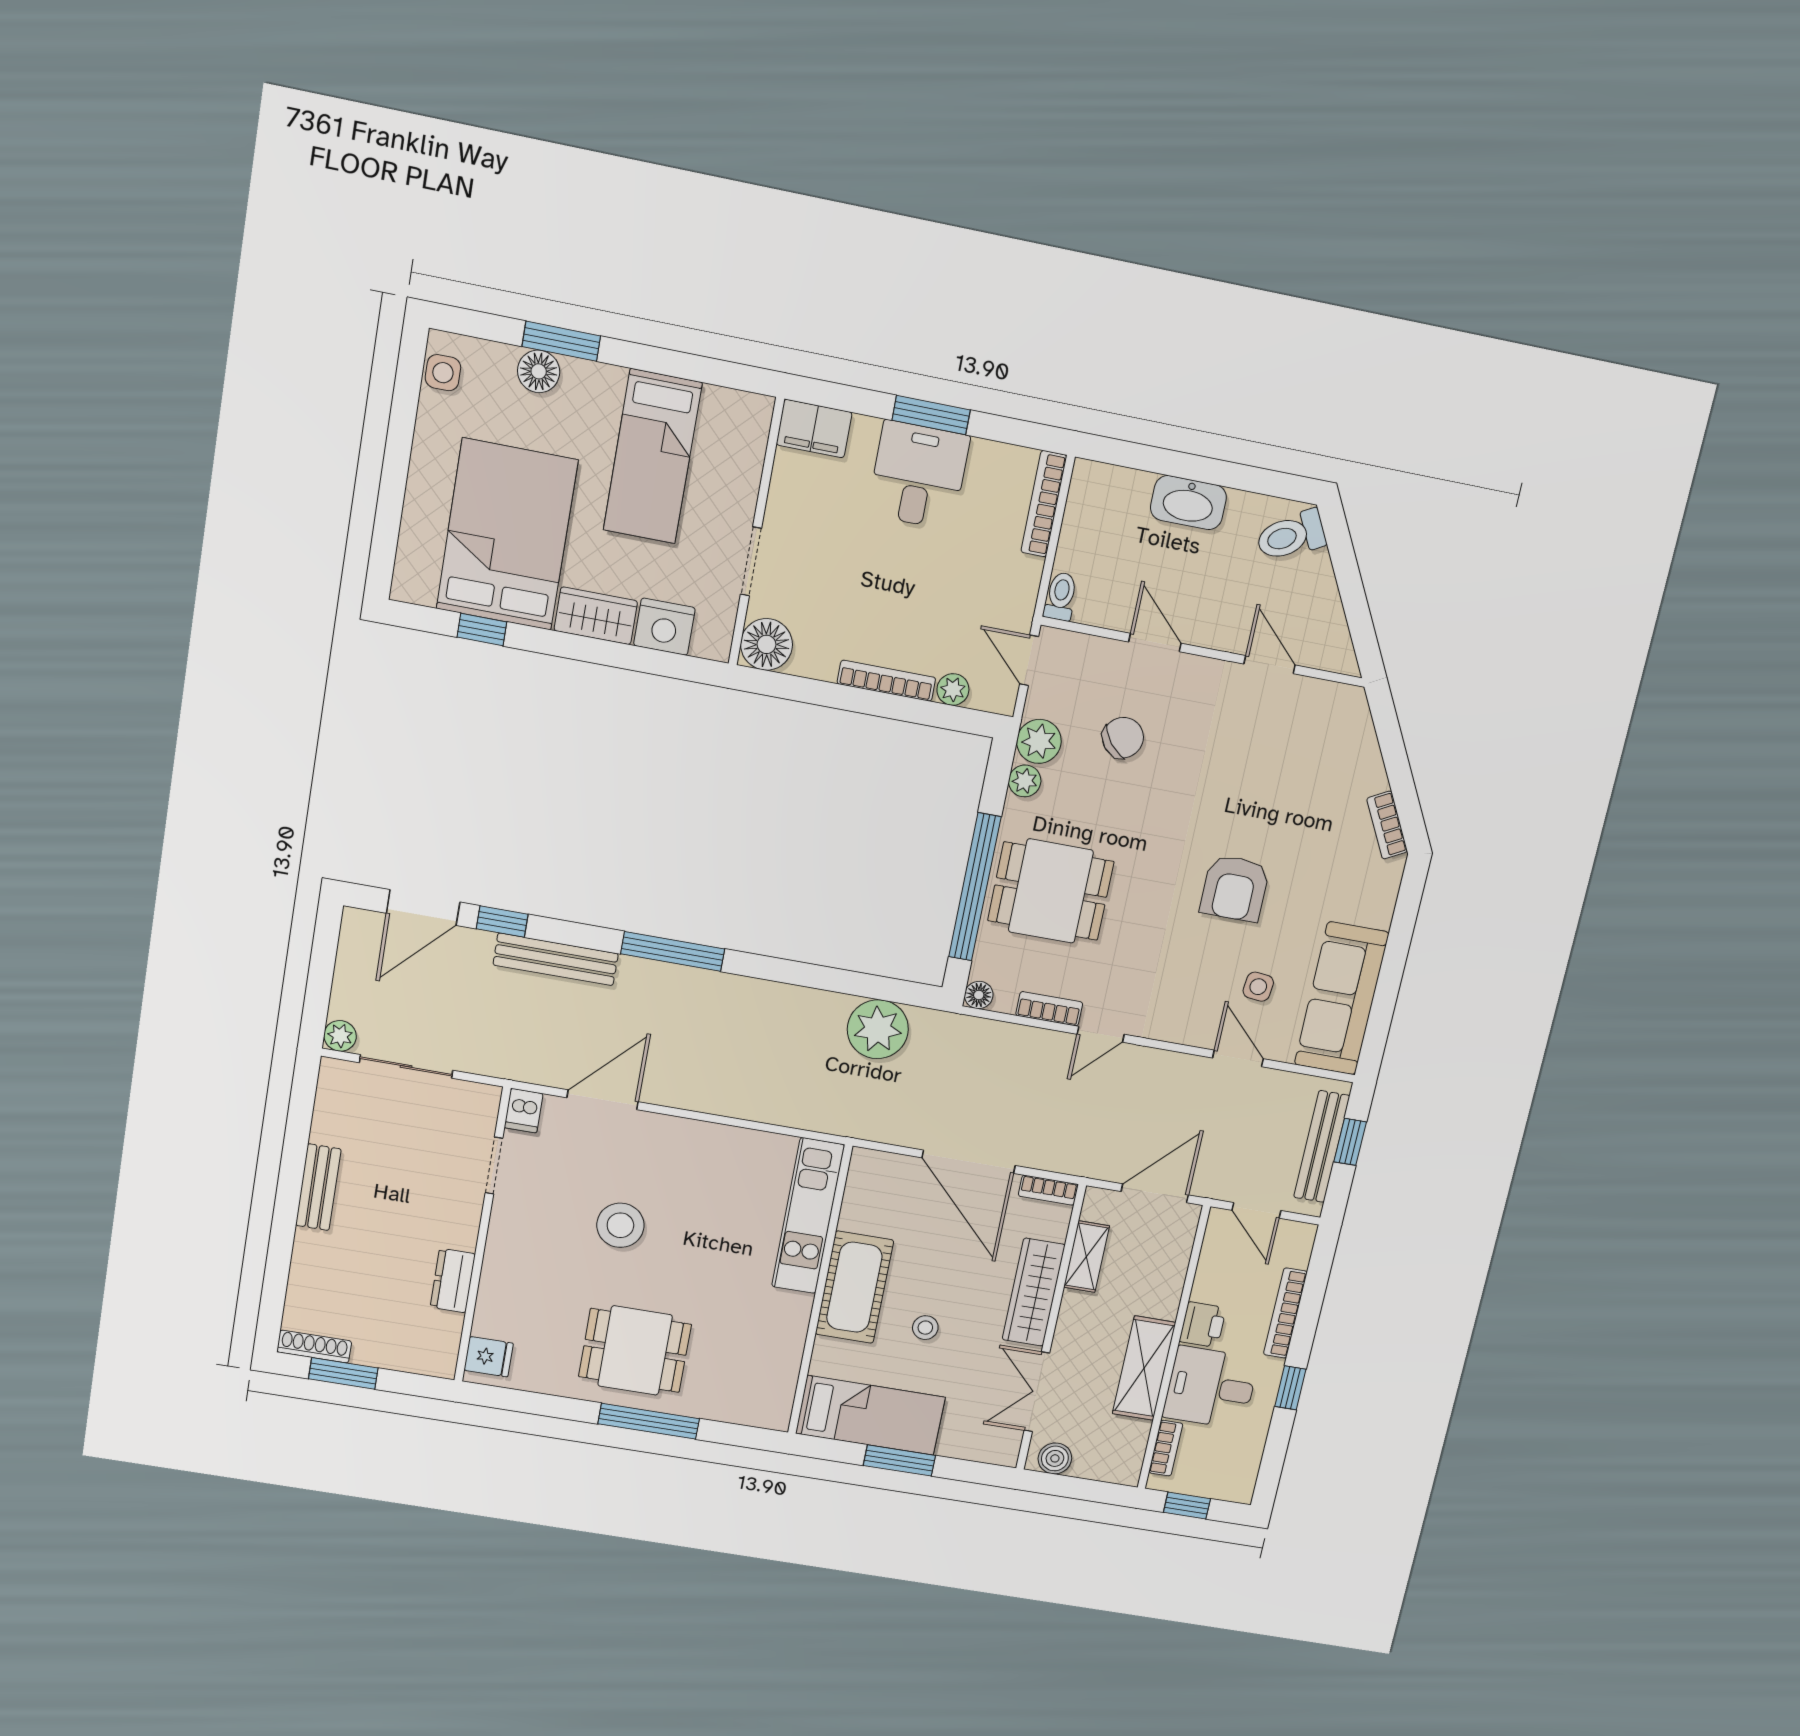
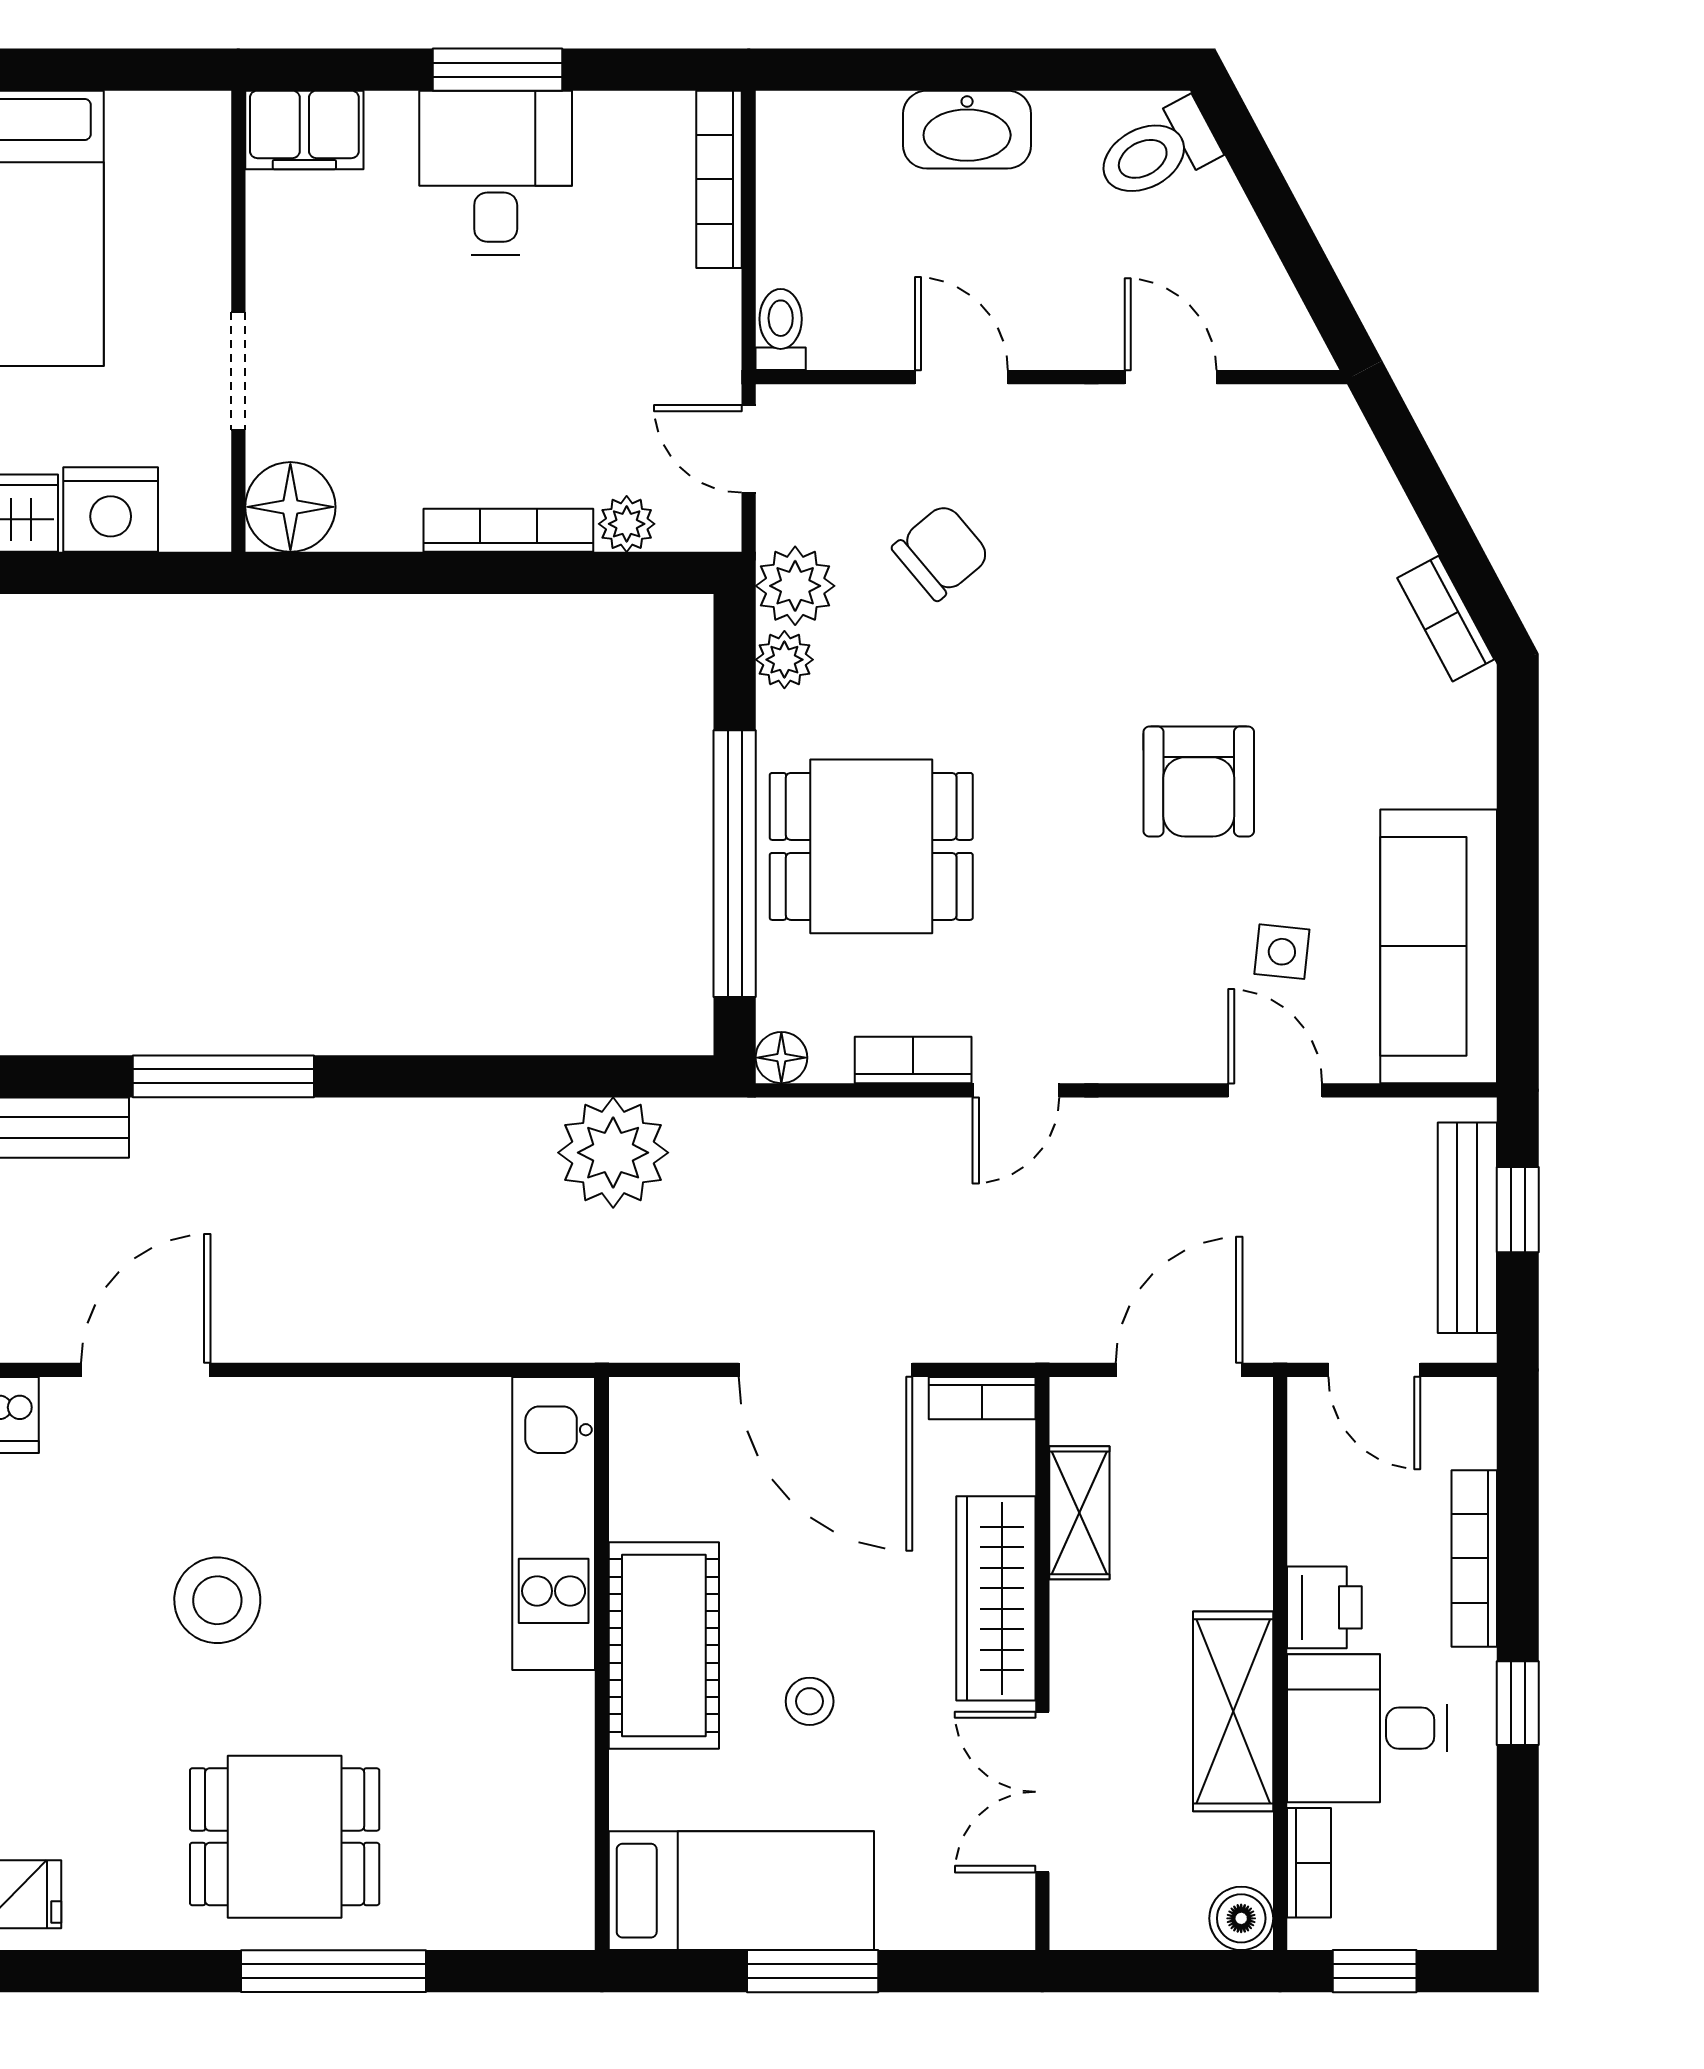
boiler: (1055, 1458) -> (1241, 1918), moved

